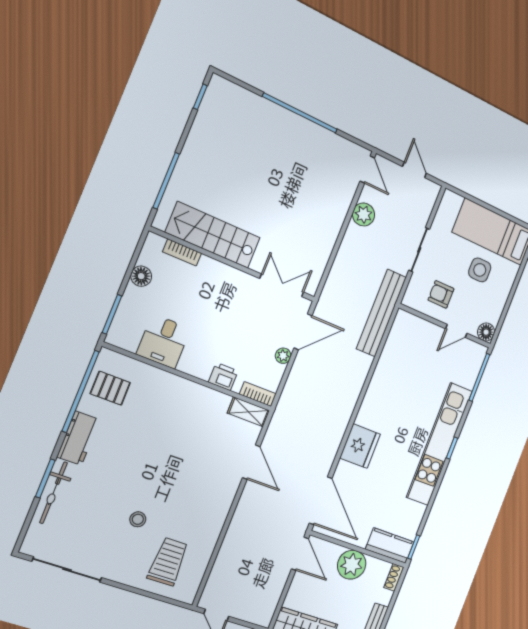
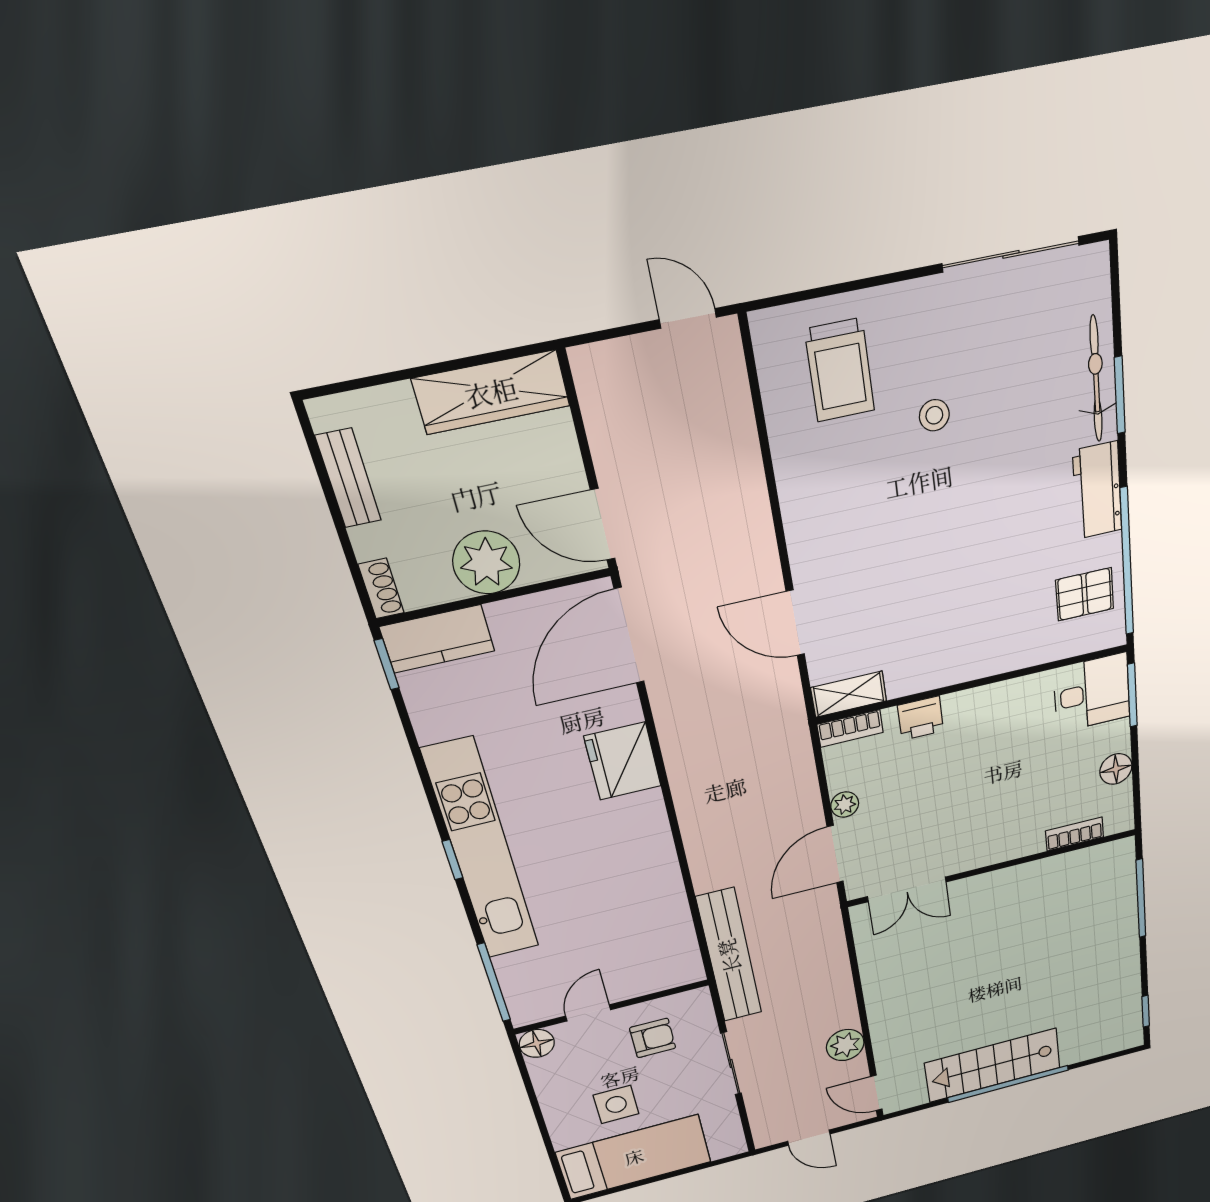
stairs: (213, 235) -> (993, 1065), moved, turned 180
desk: (164, 341) -> (1092, 693), moved, turned 90
door: (321, 501) -> (629, 636), hinge flipped

